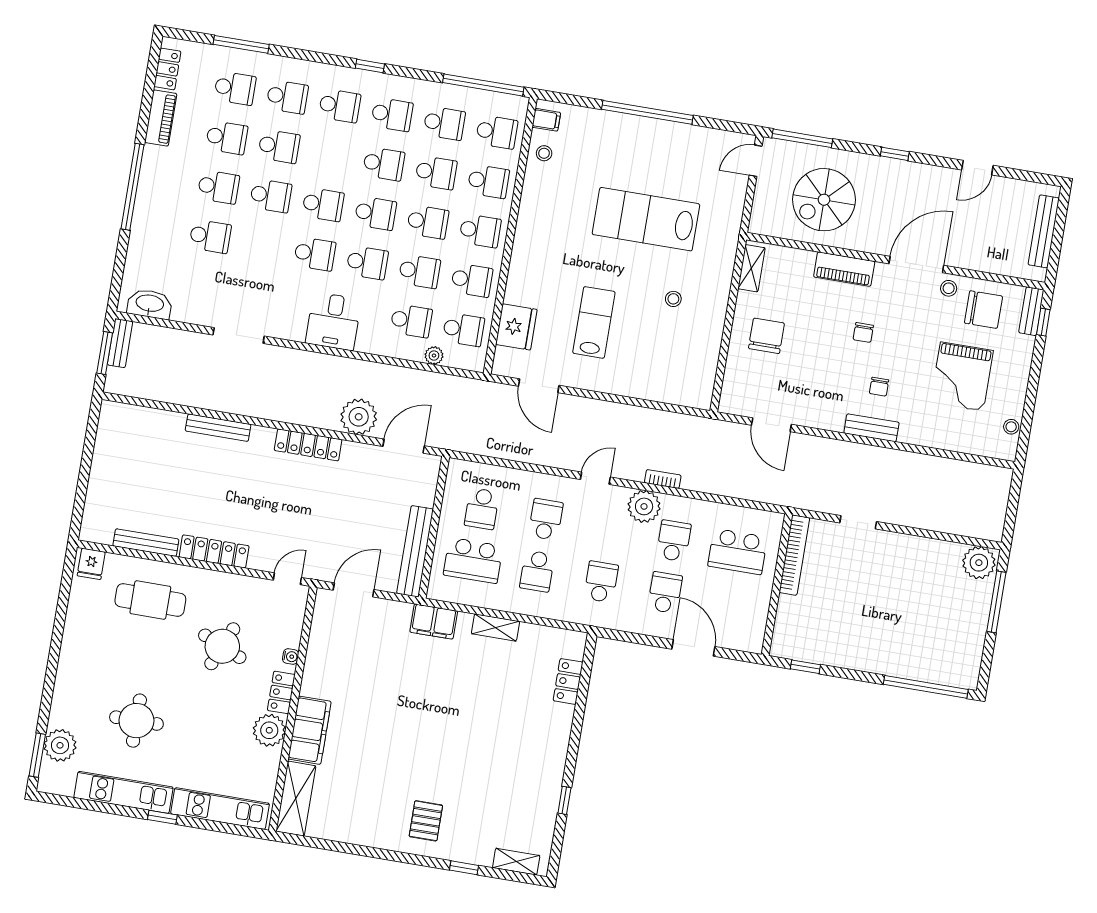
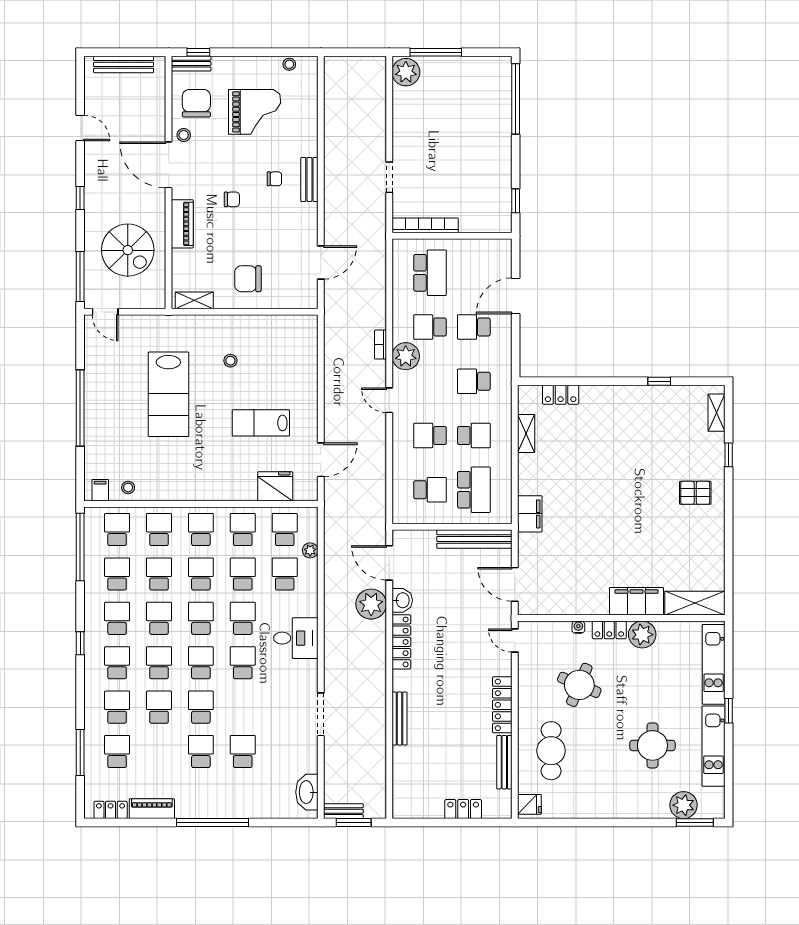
school desk: (227, 138) -> (159, 663), moved
washbasin: (357, 454) -> (402, 600), added
locker: (99, 485) -> (463, 809), added
shelving: (495, 627) -> (526, 434), moved

